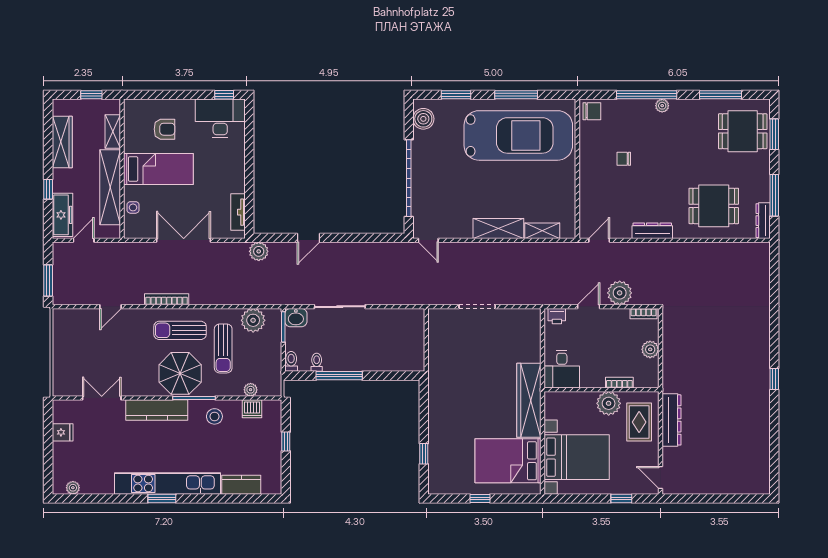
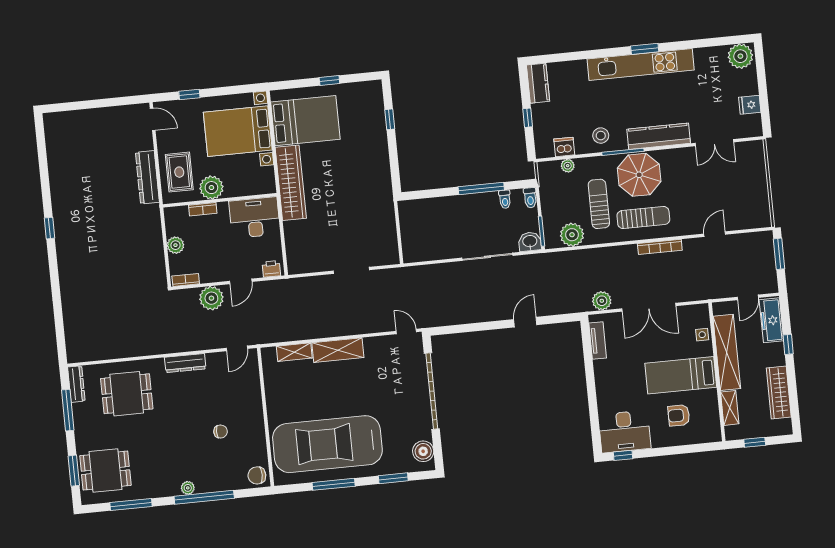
plant: (259, 251) -> (602, 301), moved
desk: (562, 369) -> (255, 218), width x1.37
kitchen counter: (241, 485) -> (538, 83), moved, turned -90
plant: (73, 488) -> (740, 56), width x1.88, depth x1.88

